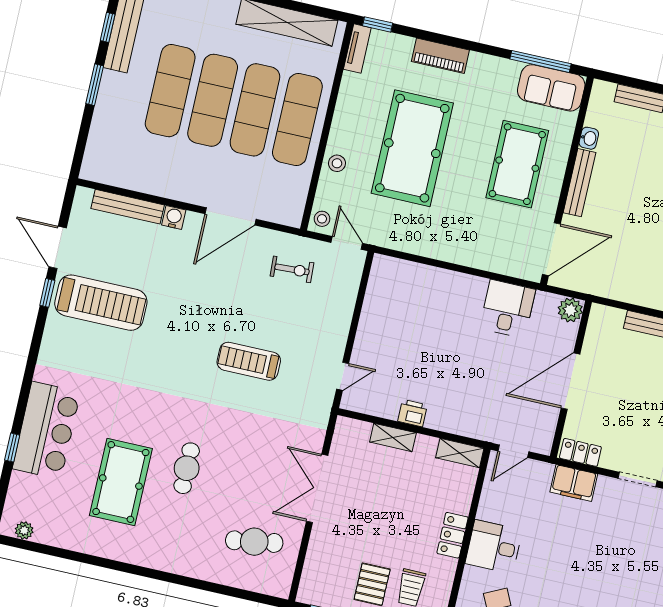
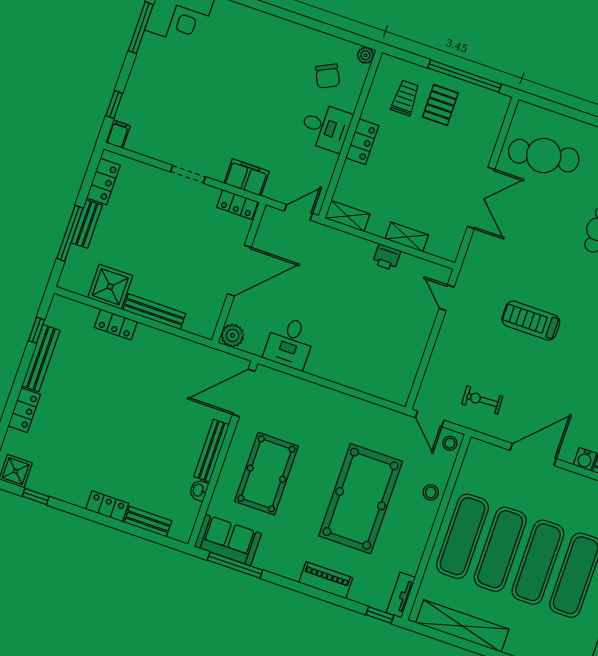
treadmill: (249, 361) -> (531, 321), turned 180
door: (343, 376) -> (447, 298), hinge flipped
cafe table: (254, 542) -> (544, 156), width x1.37, depth x1.35

